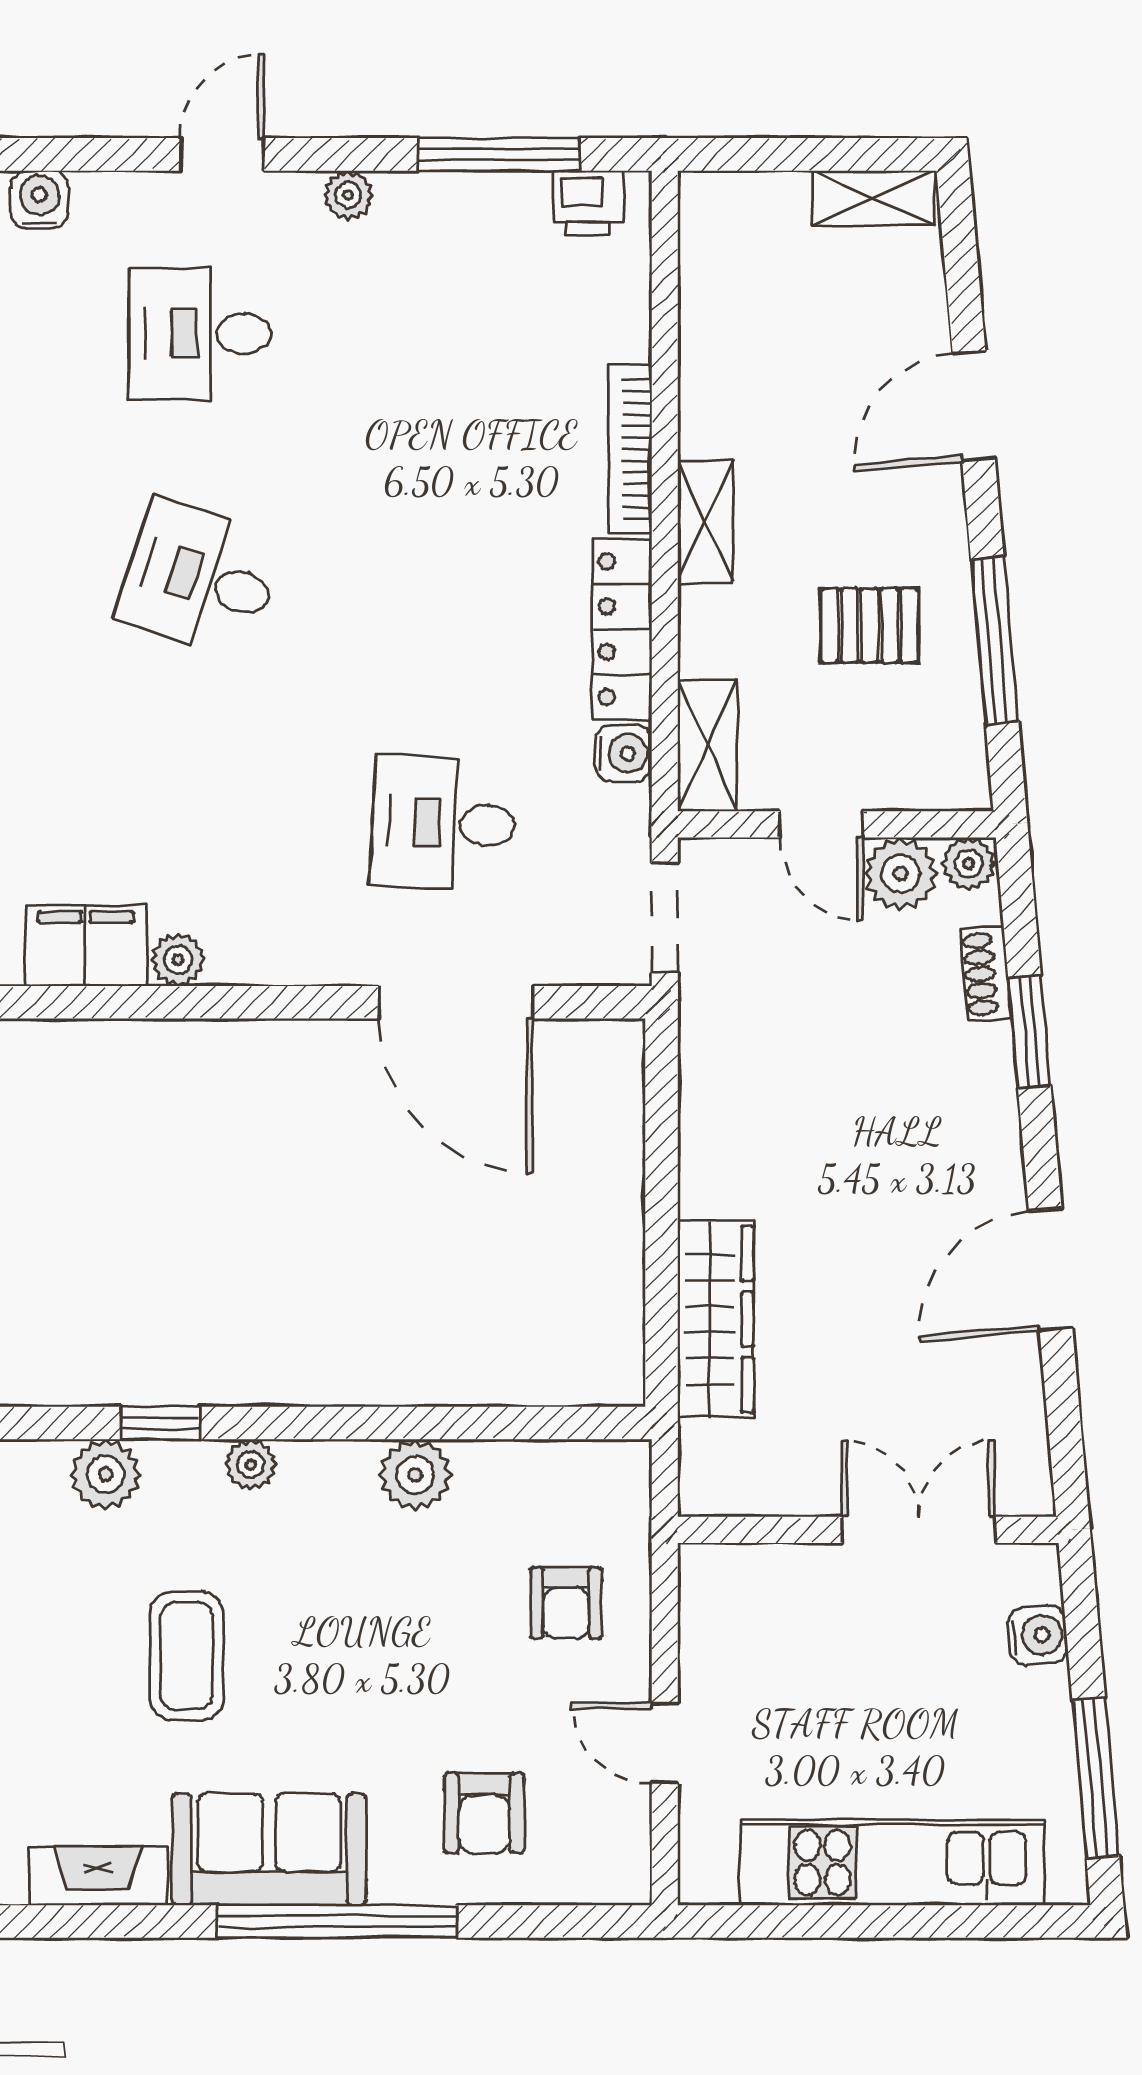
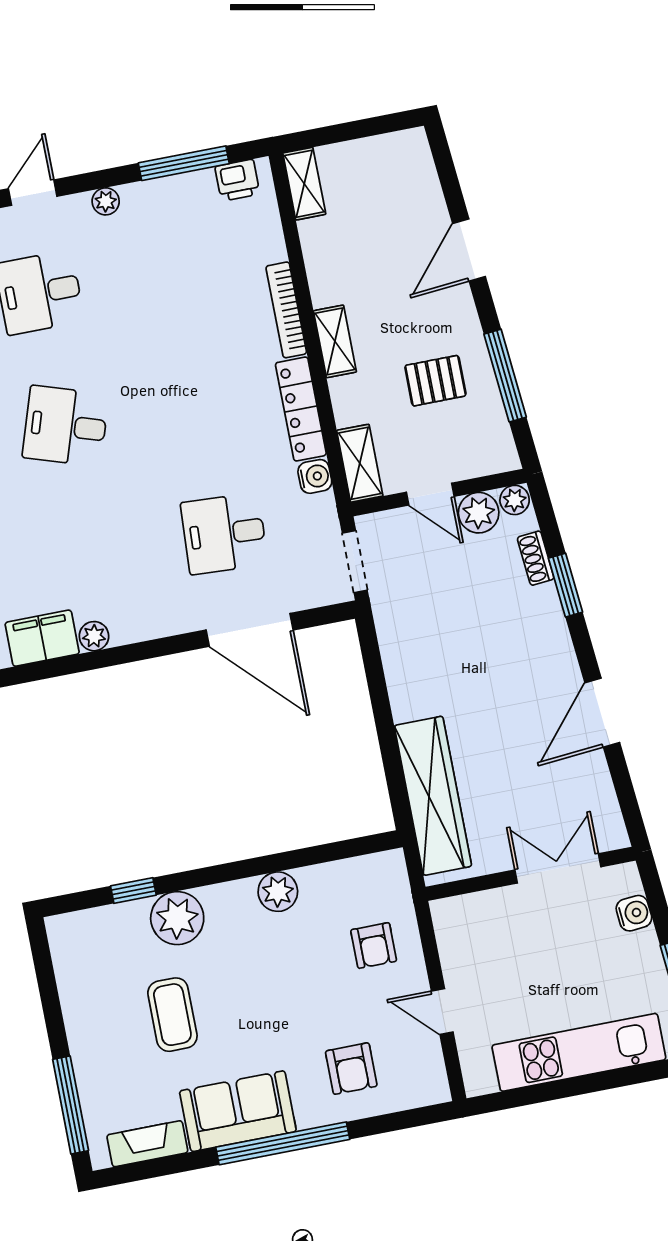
shelving: (874, 198) -> (304, 184), moved, turned 90
wardrobe: (716, 1319) -> (433, 796), width x1.40, depth x1.17
plant: (251, 1465) -> (177, 918), width x1.87, depth x1.87
plant: (105, 1474) -> (109, 924), removed

